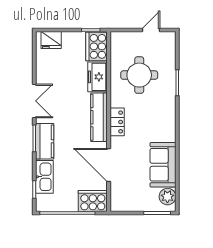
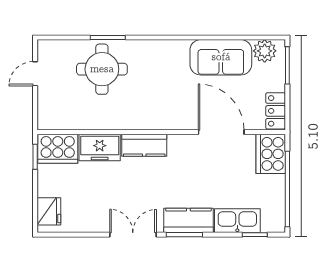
door: (151, 30) -> (35, 74), hinge flipped
round table: (139, 75) -> (102, 69), moved
kitchen counter: (99, 117) -> (144, 145), width x0.67
locker: (117, 122) -> (276, 111), moved, turned -90
door: (109, 165) -> (221, 132), swing flipped

